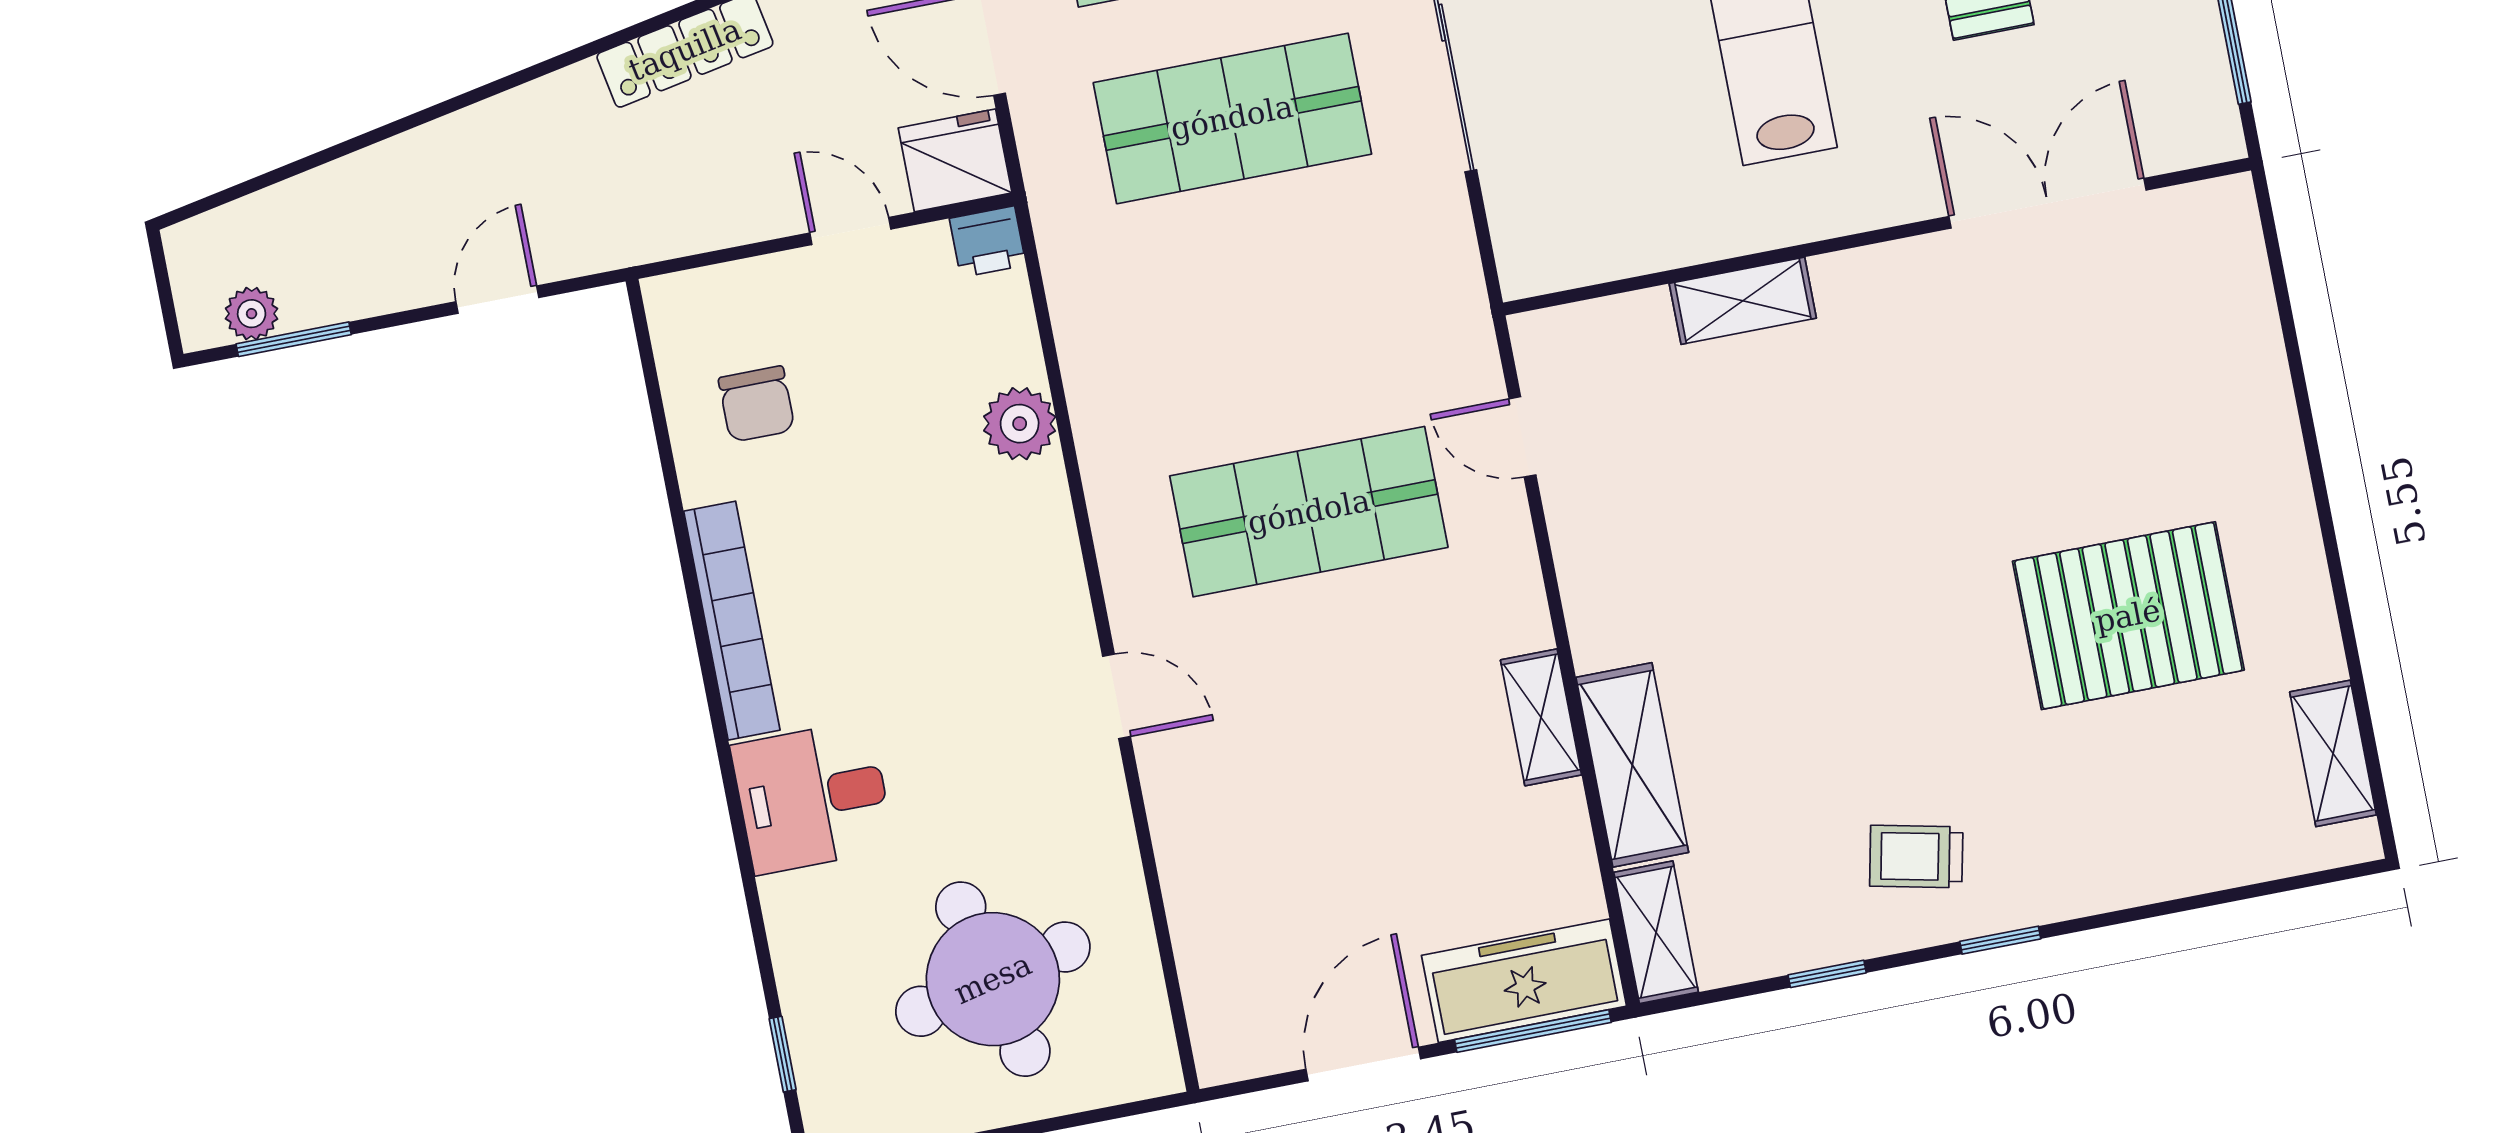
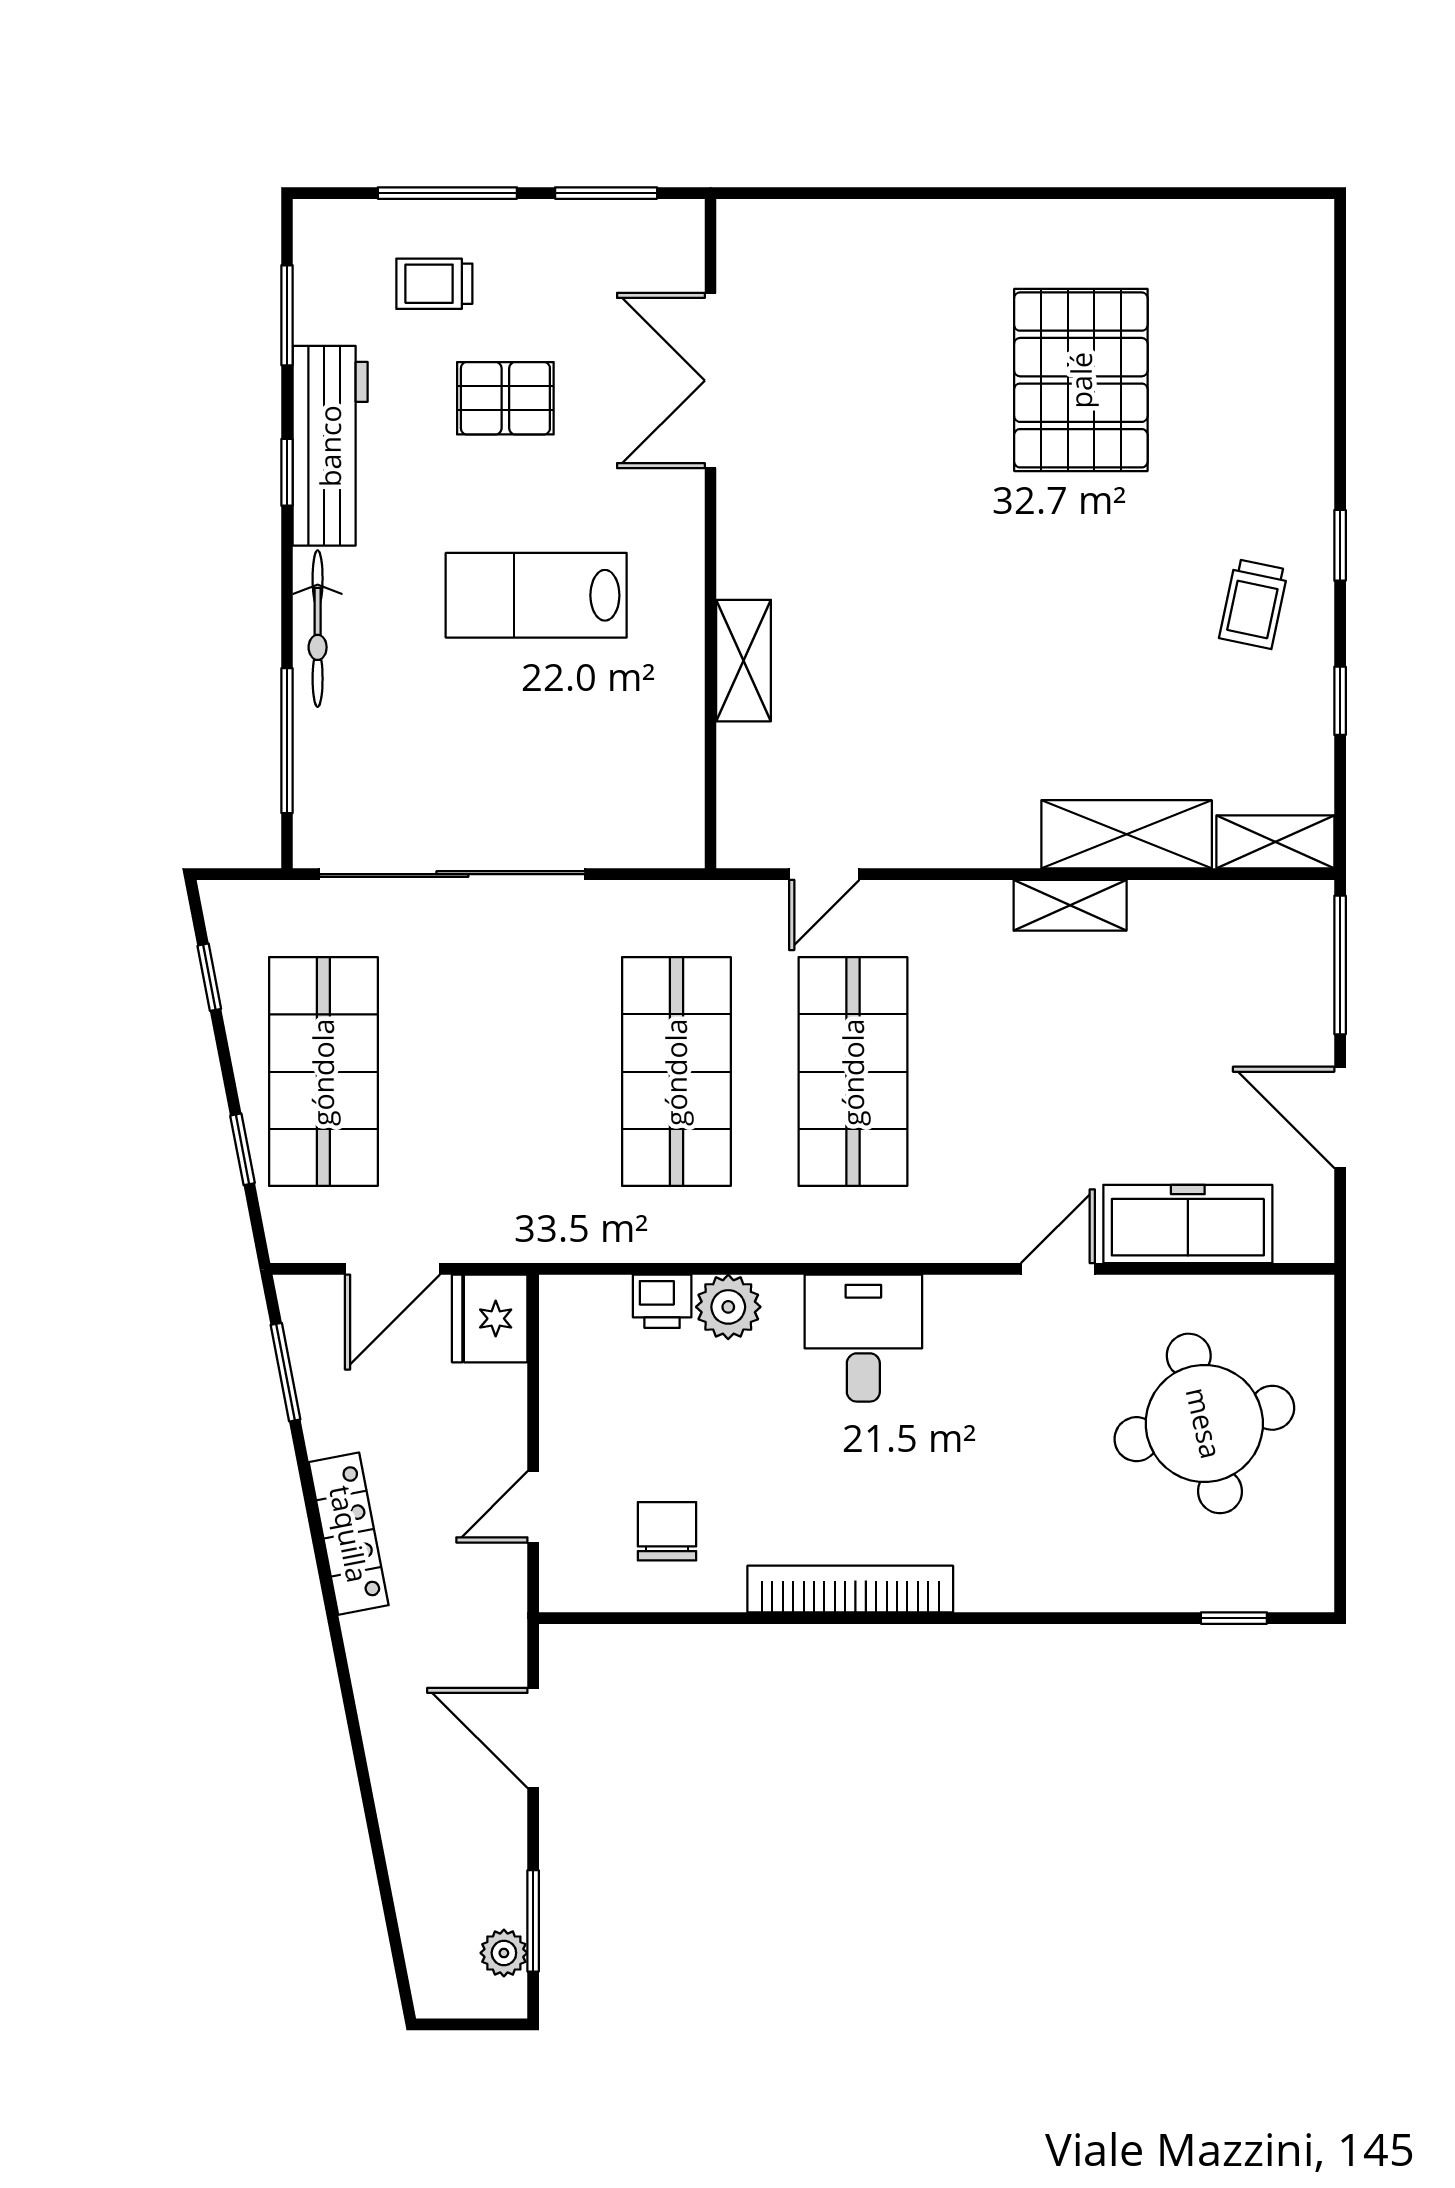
shop shelf: (1232, 118) -> (676, 1072), moved
door: (850, 231) -> (533, 1507), moved
printer: (988, 242) -> (662, 1301), moved, turned 90
door: (497, 300) -> (533, 1738), width x1.38
chair: (757, 404) -> (667, 1531), turned -90
door: (1117, 696) -> (1058, 1269), moved
shelving: (2333, 753) -> (1234, 226), removed
desk: (813, 797) -> (863, 1338), moved, turned 180
freezer: (1524, 981) -> (1188, 1224), moved, turned 90

